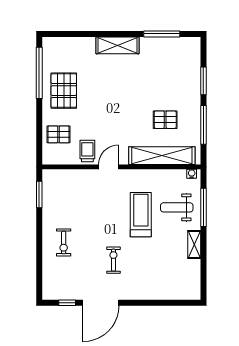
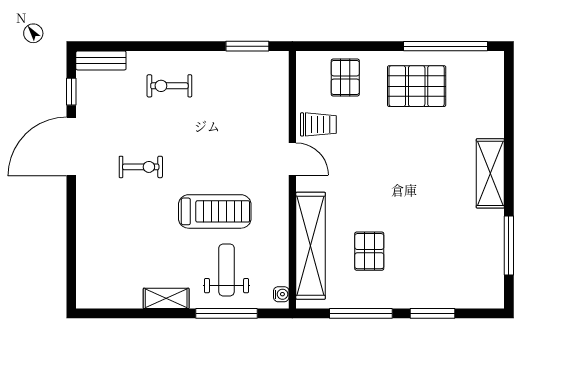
bench: (48, 285) -> (101, 60), added
door: (101, 303) -> (71, 146), hinge flipped

